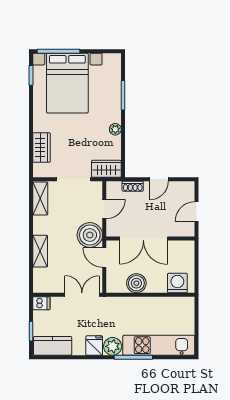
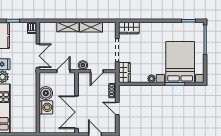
bed with nightstands: (67, 83) -> (180, 62), moved, turned 90
wardrobe: (41, 147) -> (129, 28), moved
shelving: (40, 199) -> (91, 27), moved
door: (104, 209) -> (97, 71), hinge flipped
boiler: (90, 235) -> (83, 65), width x0.54, depth x0.54
double door: (143, 239) -> (76, 112), moved
washing machine: (177, 283) -> (46, 107), moved

